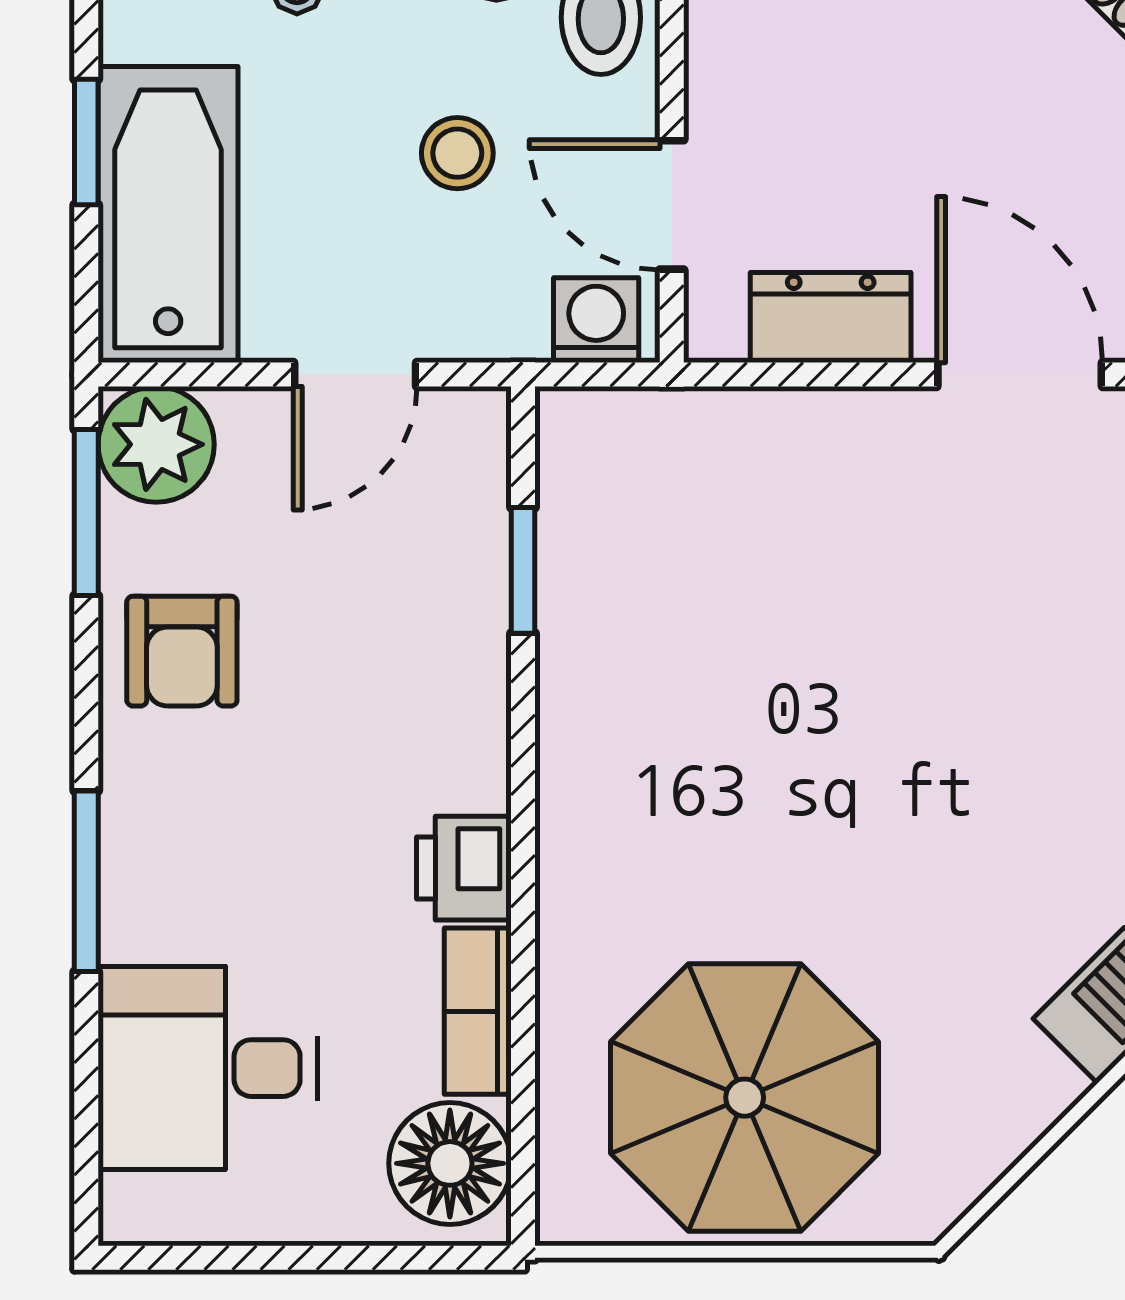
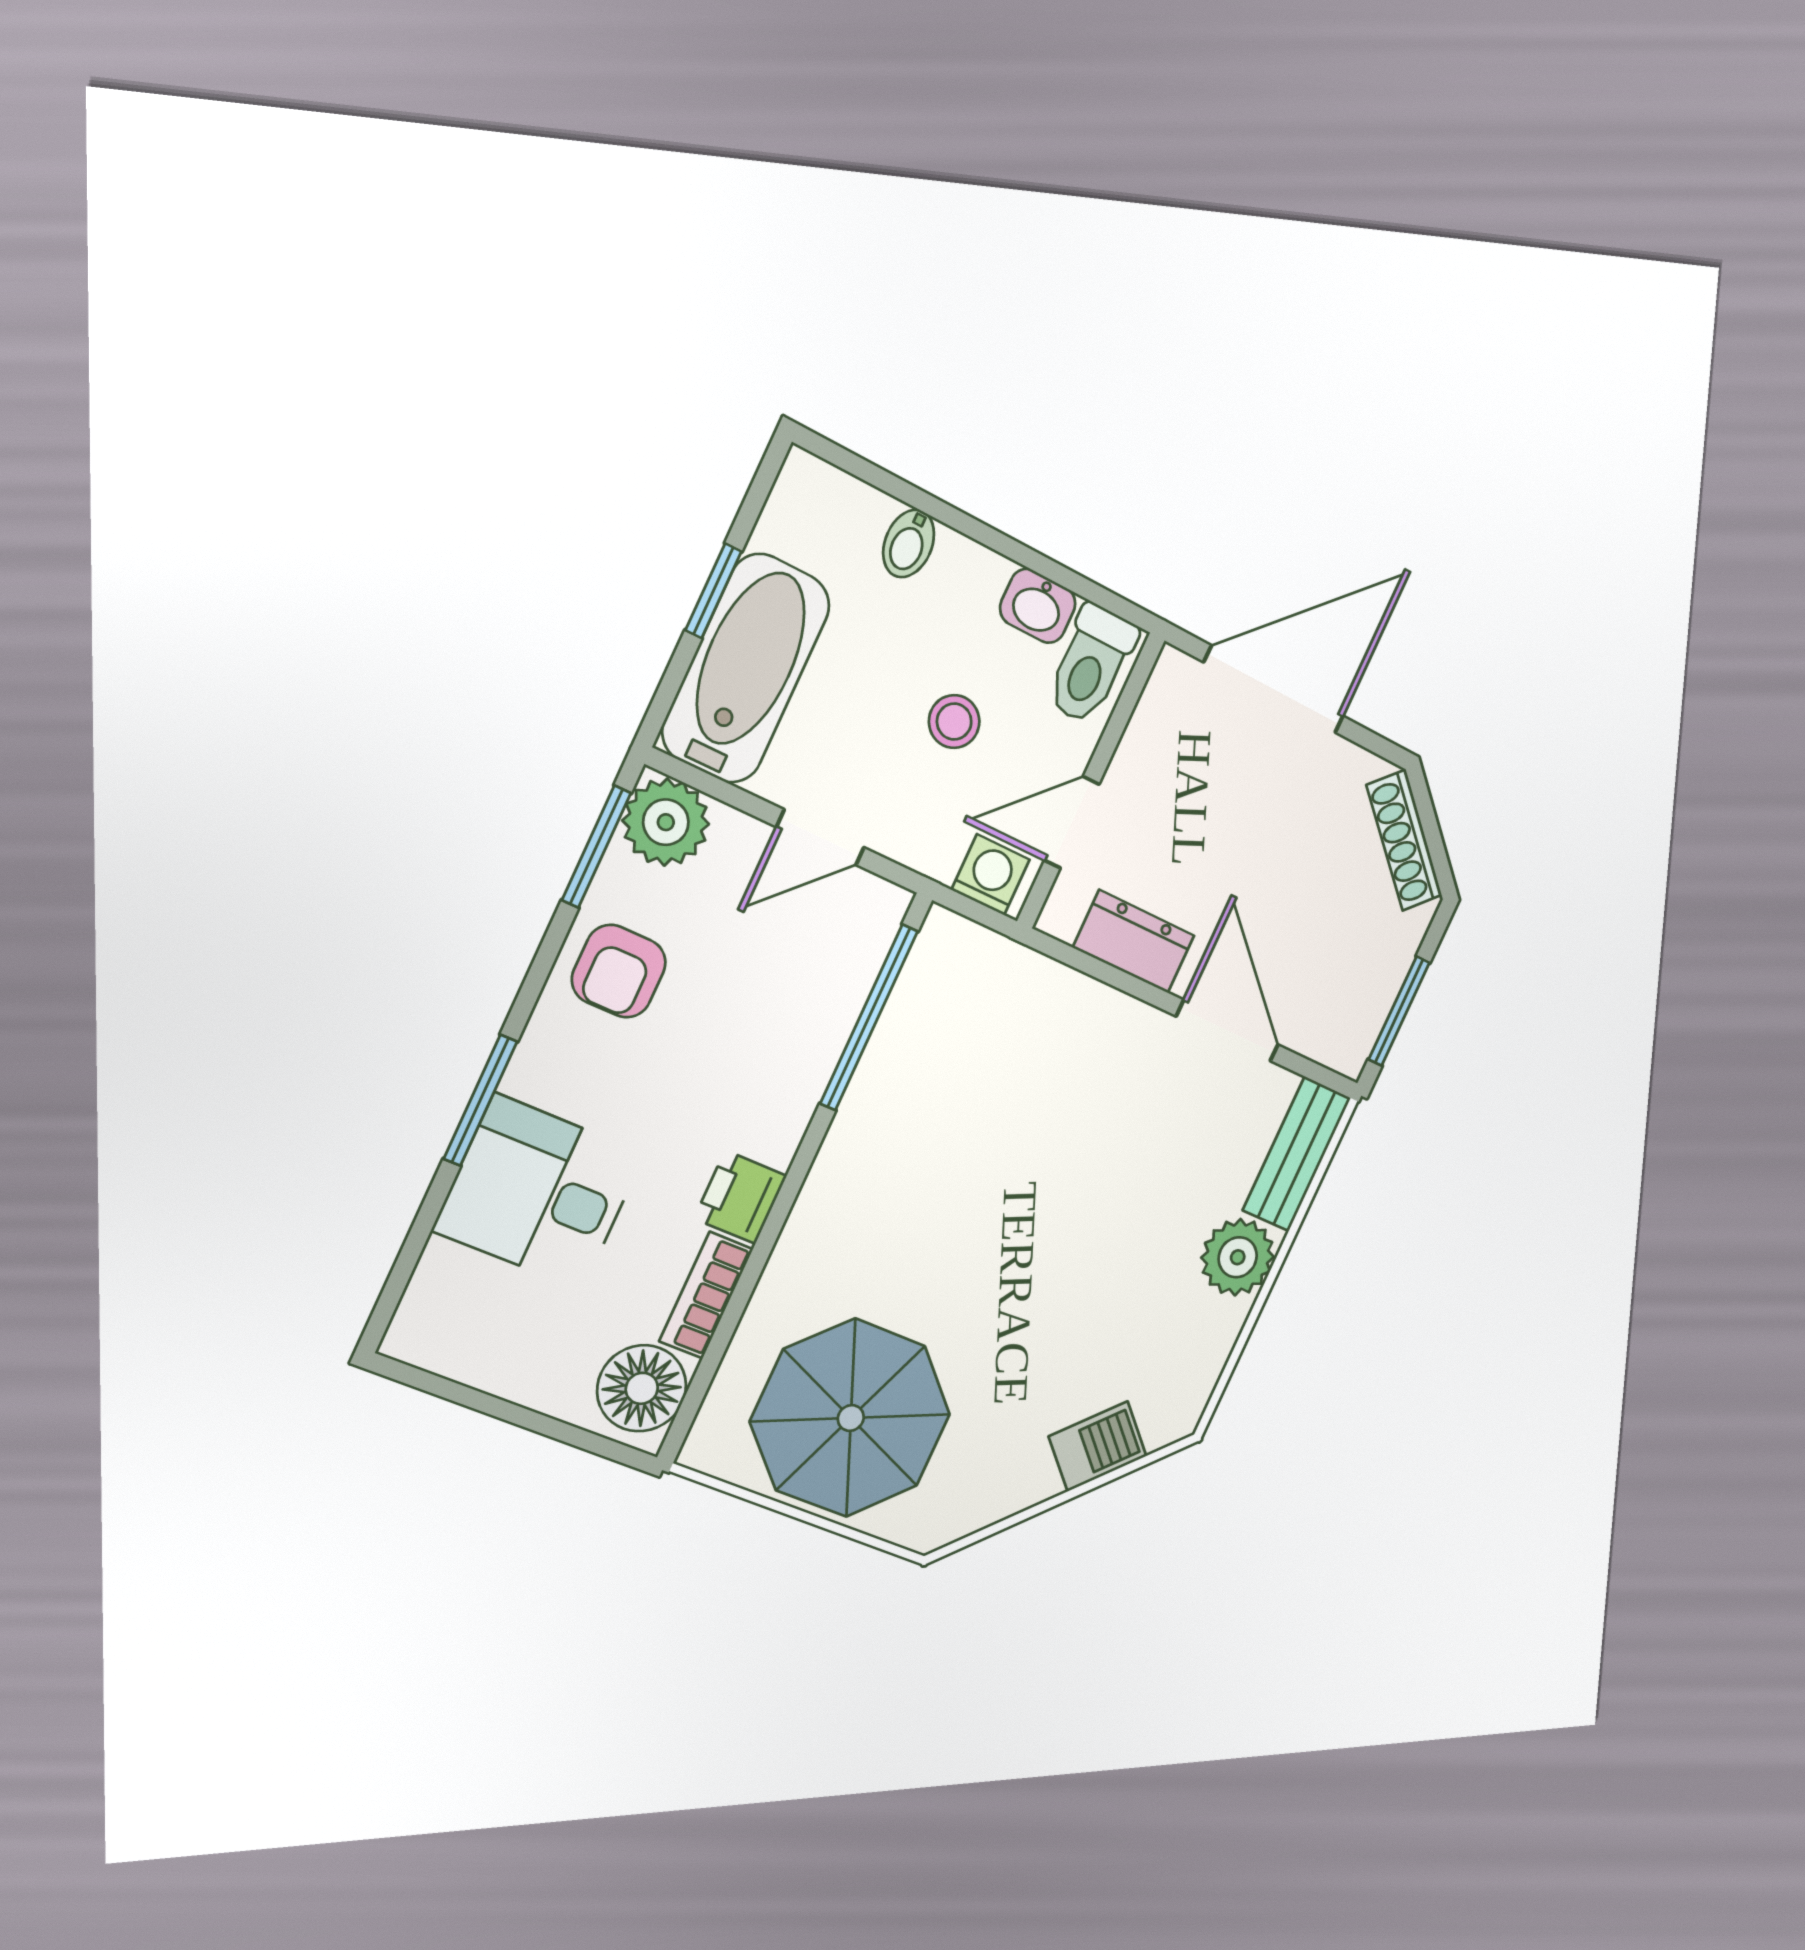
door: (672, 205) -> (1072, 822), hinge flipped
window: (523, 570) -> (869, 1017), width x2.17
desk: (208, 1068) -> (539, 1192), moved

